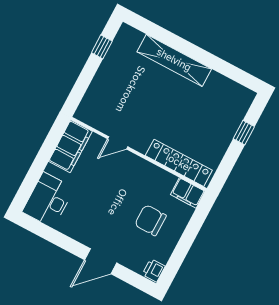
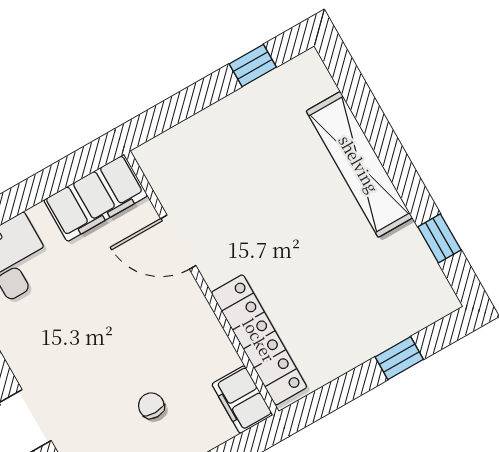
window: (229, 70) -> (439, 238), added
door: (118, 143) -> (178, 242), width x1.38
chair: (150, 220) -> (151, 406), width x0.54, depth x0.54

